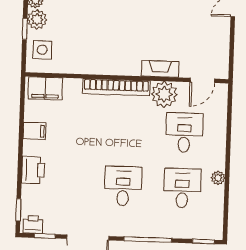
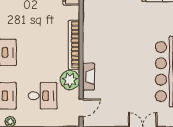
door: (202, 80) -> (81, 108), swing flipped

